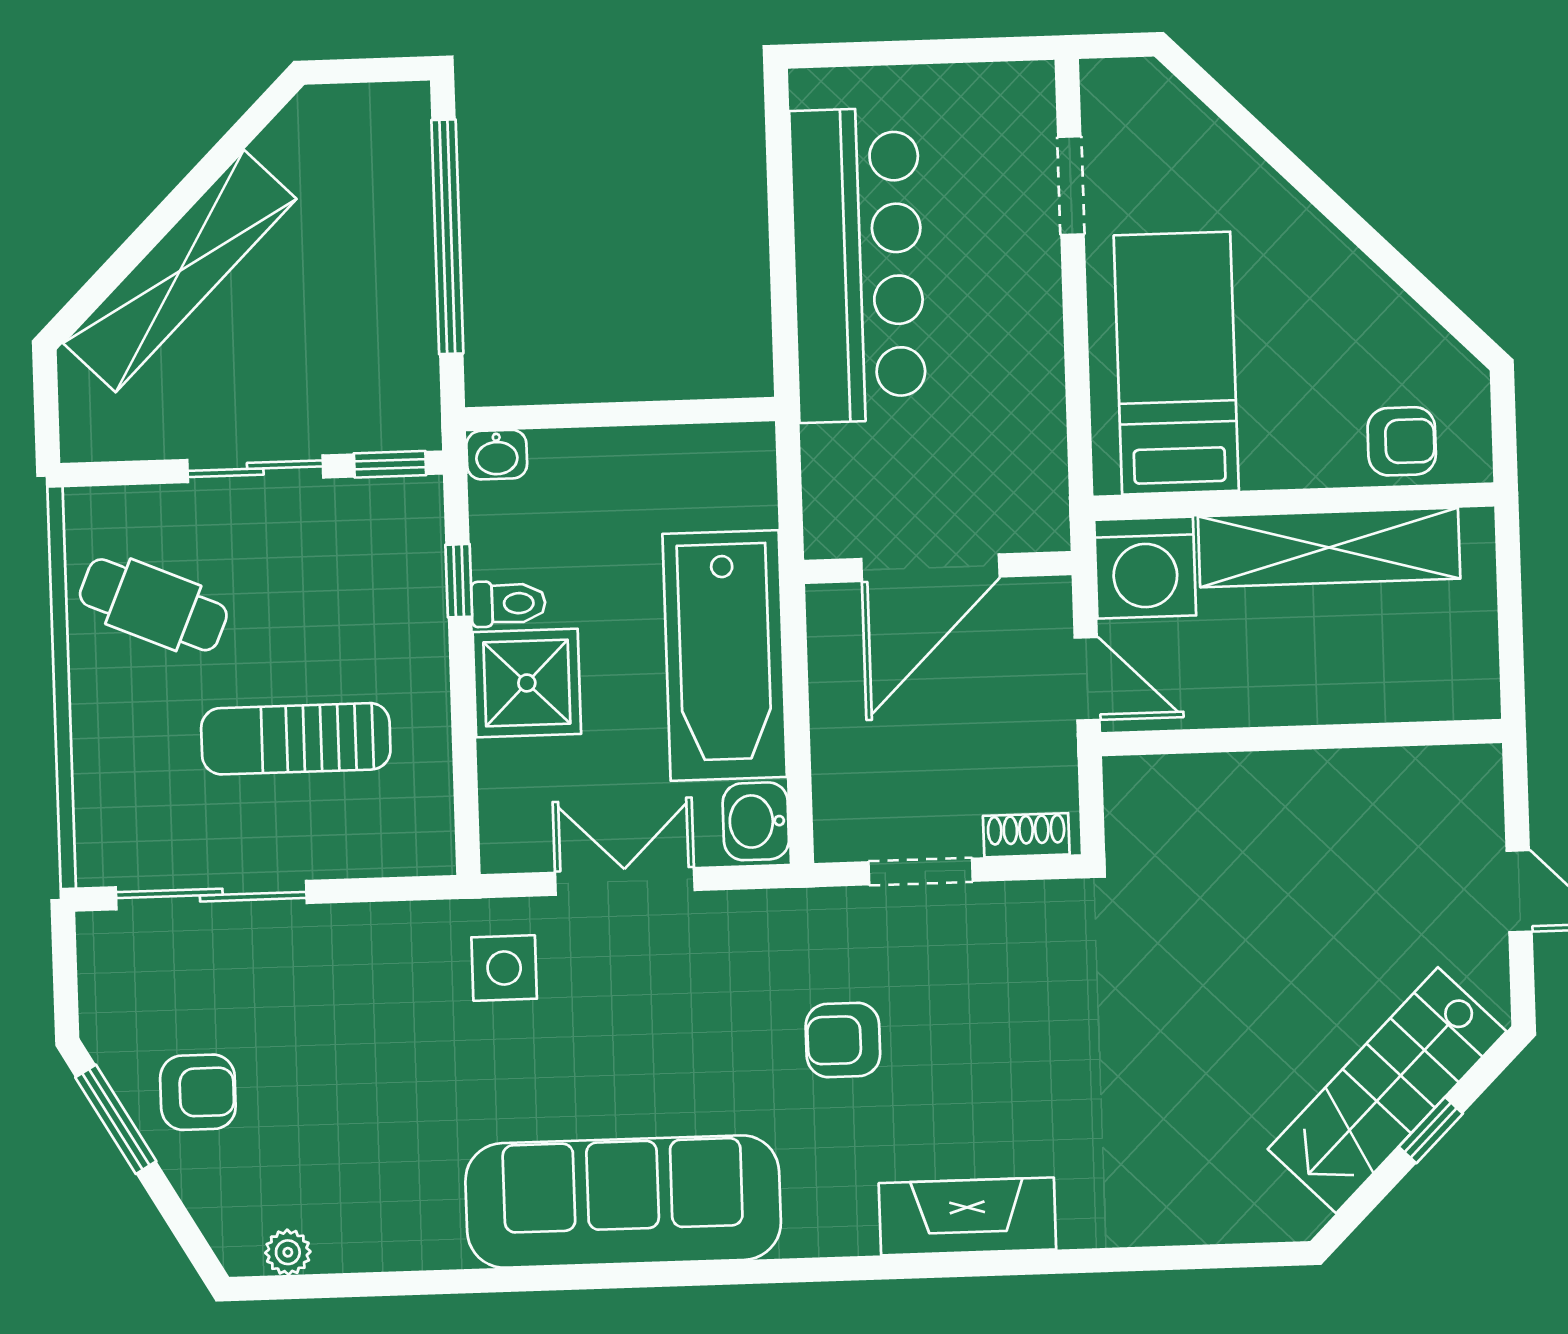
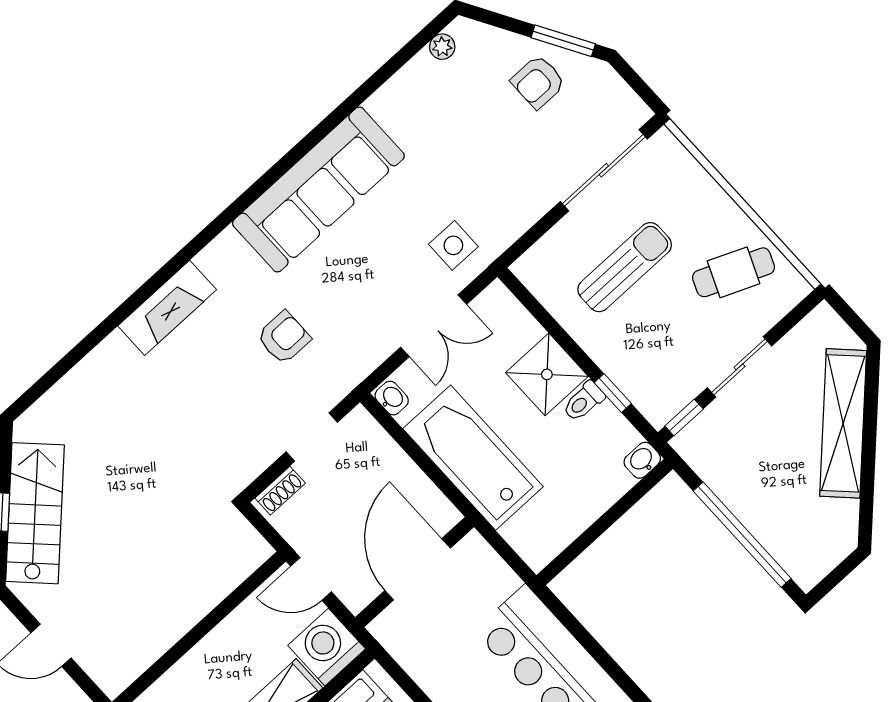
washbasin: (756, 821) -> (392, 398), width x0.72, depth x0.69

